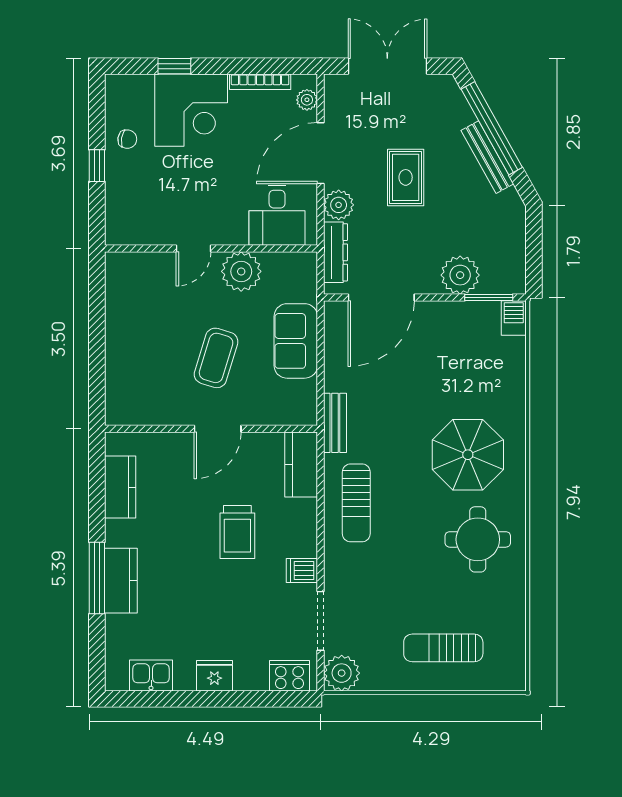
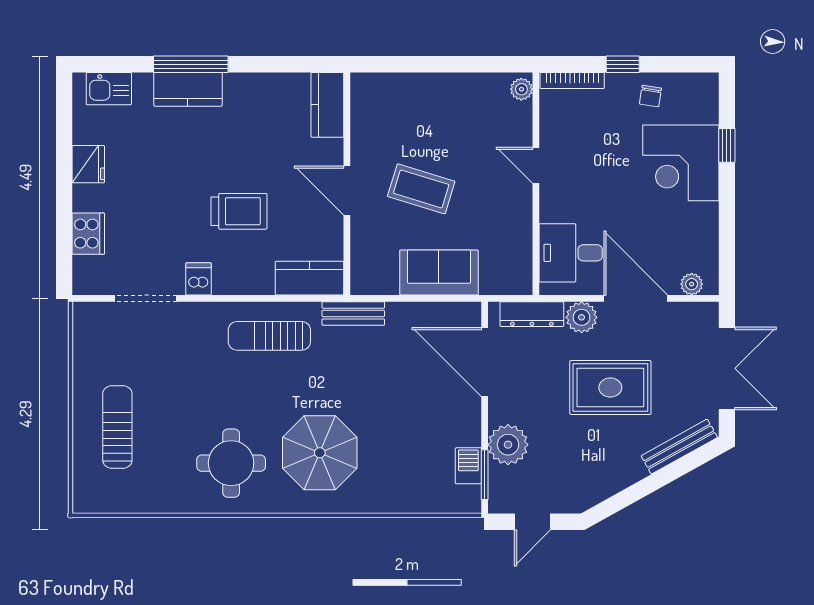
bookcase: (260, 82) -> (572, 80), moved, turned -90
window: (492, 128) -> (662, 478), removed
bench: (487, 157) -> (679, 447), moved
rug: (406, 177) -> (610, 387), width x1.36, depth x1.43
door: (534, 252) -> (532, 522), added
plant: (241, 271) -> (521, 89), moved, width x0.53, depth x0.53
barbecue: (514, 318) -> (468, 466), moved, turned -90
kitchen counter: (120, 487) -> (327, 105), moved, turned 90
trolley: (237, 532) -> (239, 211), turned 180
plant: (342, 673) -> (91, 320), removed
kitchen sink: (151, 675) -> (109, 89), moved, turned 90
fridge: (214, 676) -> (88, 164), moved
cooker: (289, 676) -> (88, 234), moved

